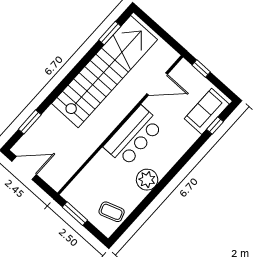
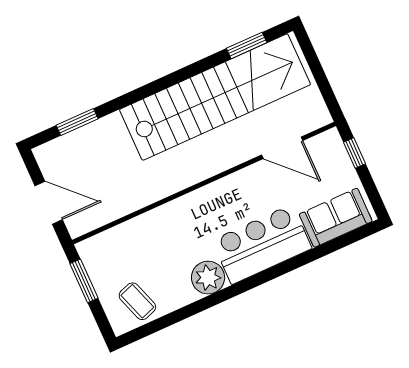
window: (215, 126) -> (339, 243), removed
bar counter: (133, 136) -> (262, 244), moved, turned 180
door: (24, 168) -> (49, 203), moved

